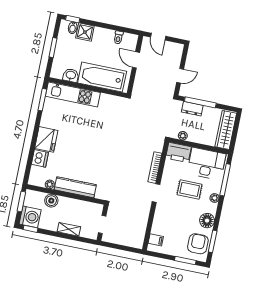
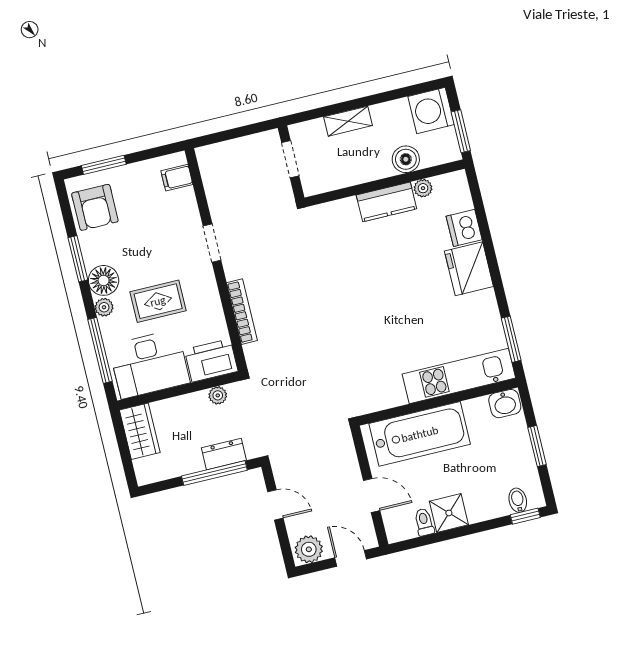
shower: (85, 32) -> (449, 513), moved
plant: (175, 49) -> (309, 549), added
washbasin: (71, 75) -> (505, 404), moved
door: (180, 76) -> (275, 505), swing flipped
wardrobe: (226, 130) -> (140, 431), width x0.67
kitchen counter: (75, 187) -> (386, 202), width x0.67
doorway: (156, 193) -> (212, 243), moved
floor lamp: (207, 221) -> (104, 280), moved
window: (31, 229) -> (420, 88), removed
window: (213, 241) -> (78, 259), moved

